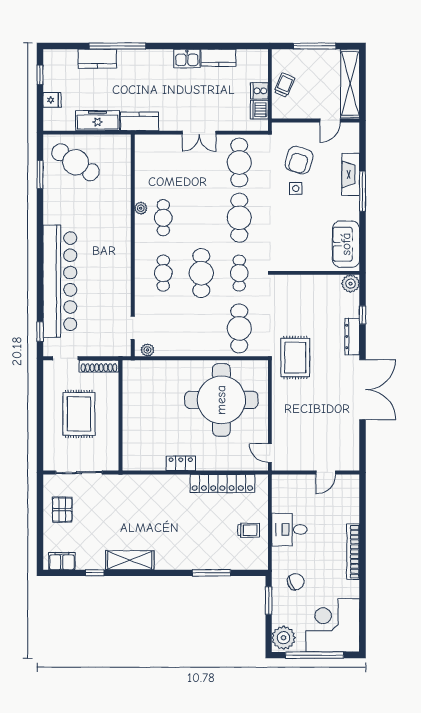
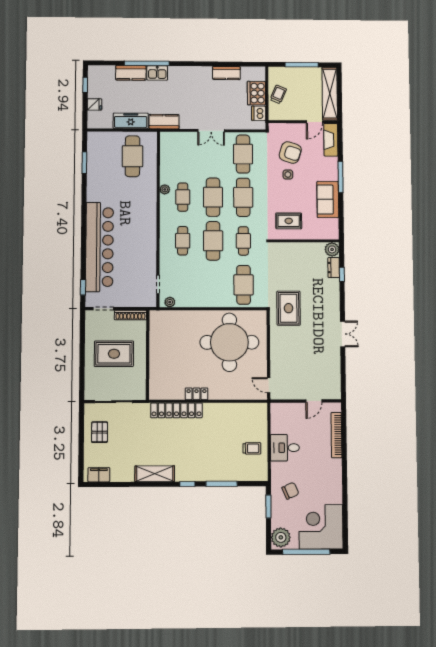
kitchen sink: (187, 59) -> (157, 73), moved
cooker: (259, 91) -> (256, 93), width x1.87, depth x1.31
armchair: (299, 160) -> (290, 153), turned -89
cafe table: (76, 162) -> (132, 156), moved, turned 57
fireplace: (351, 174) -> (331, 140), moved
cafe table: (201, 218) -> (213, 197), added
sofa: (346, 244) -> (328, 199), moved
rug: (296, 248) -> (289, 221), added
dresser: (352, 336) -> (334, 268), moved, width x0.70
double door: (363, 390) -> (343, 334), width x0.54
rug: (79, 414) -> (114, 354), turned 90
locker: (222, 483) -> (176, 410), moved
bookcase: (353, 552) -> (336, 435), moved
window: (95, 573) -> (187, 484), moved

